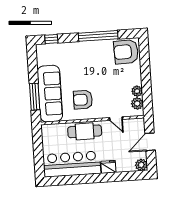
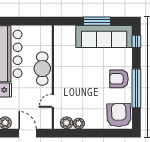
sofa: (50, 94) -> (104, 36), moved
window: (35, 97) -> (97, 21), moved
armchair: (83, 100) -> (119, 79), moved, turned -90

